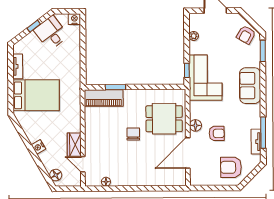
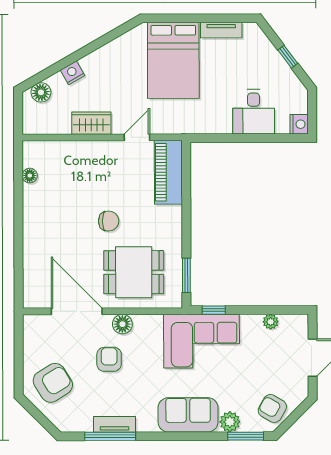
desk: (51, 33) -> (254, 112), moved, turned 127
plant: (254, 60) -> (230, 422), added
window: (115, 87) -> (186, 275), moved
dining table: (164, 119) -> (134, 272), turned 90
armchair: (217, 133) -> (109, 359), turned 180
tv unit: (256, 142) -> (115, 424), moved
nightstand: (39, 147) -> (73, 73), moved
door: (83, 164) -> (137, 137), moved
armchair: (231, 167) -> (53, 383), turned 58

